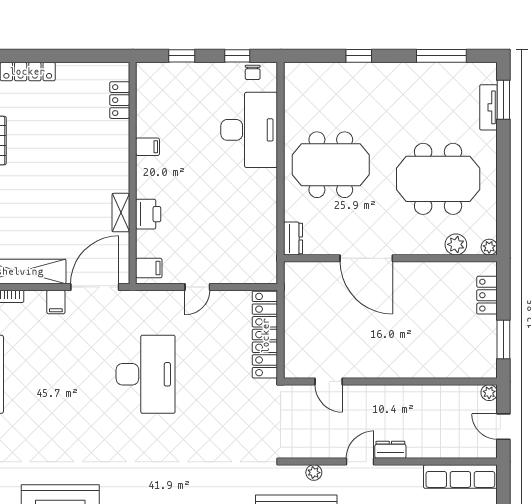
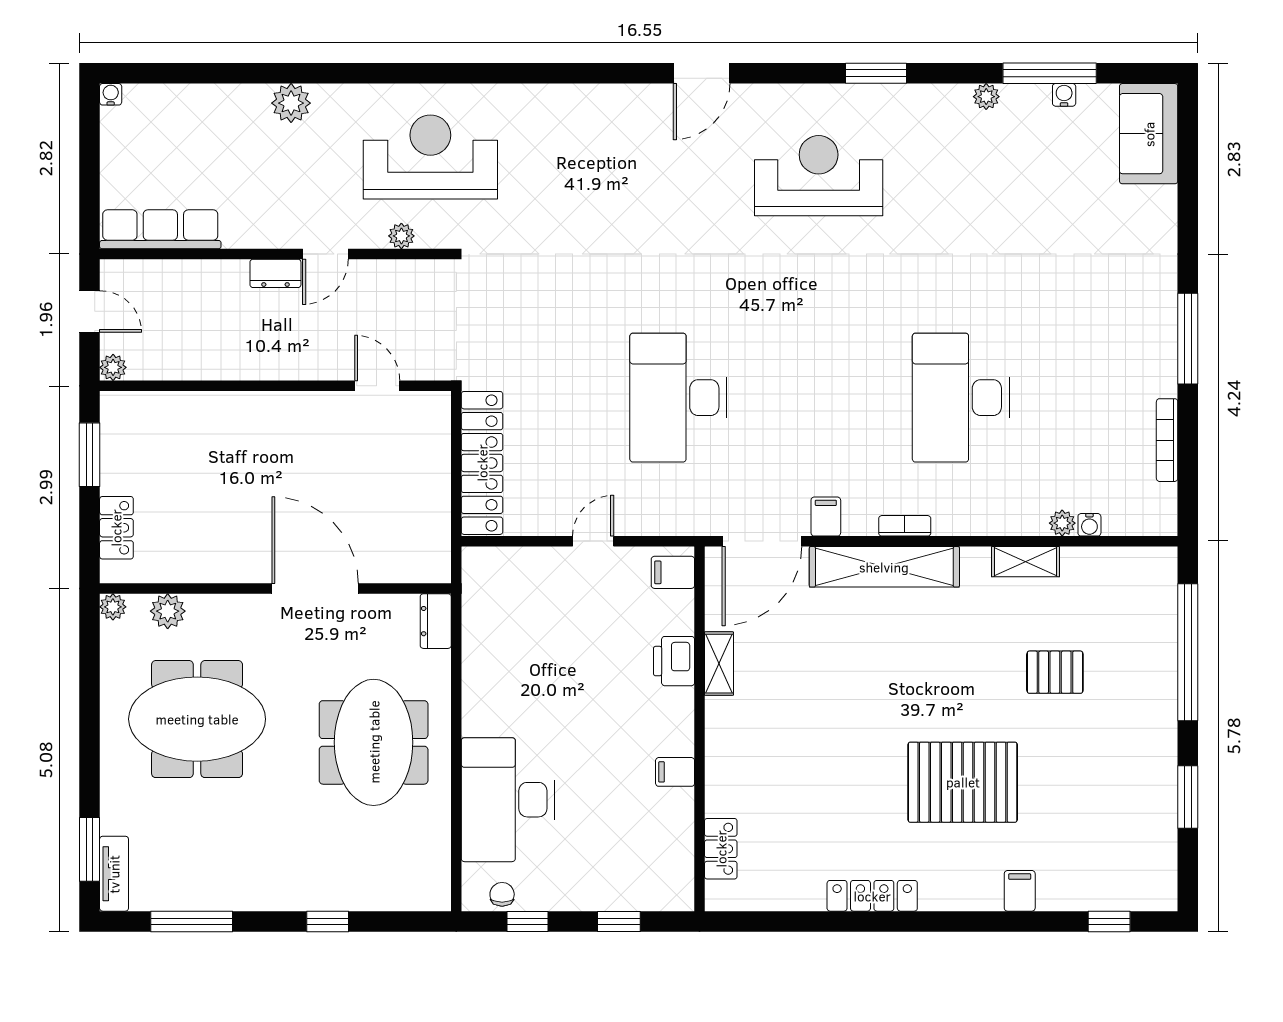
tv unit: (489, 107) -> (114, 874), moved
meeting table: (331, 165) -> (374, 742), turned 90

